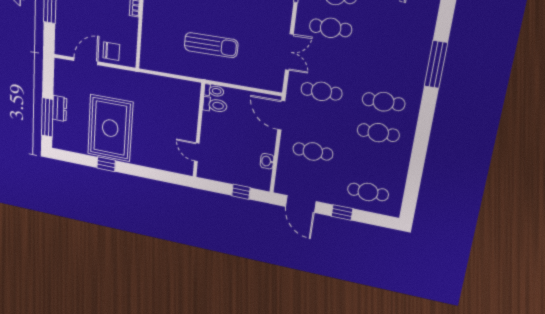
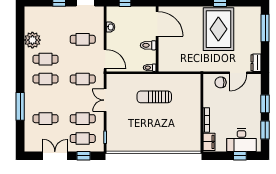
toilet: (215, 105) -> (148, 45), moved
dresser: (60, 108) -> (256, 63), moved
door: (197, 152) -> (157, 24), width x1.88
plant: (395, 166) -> (32, 40), added
cafe table: (368, 192) -> (45, 119), moved

